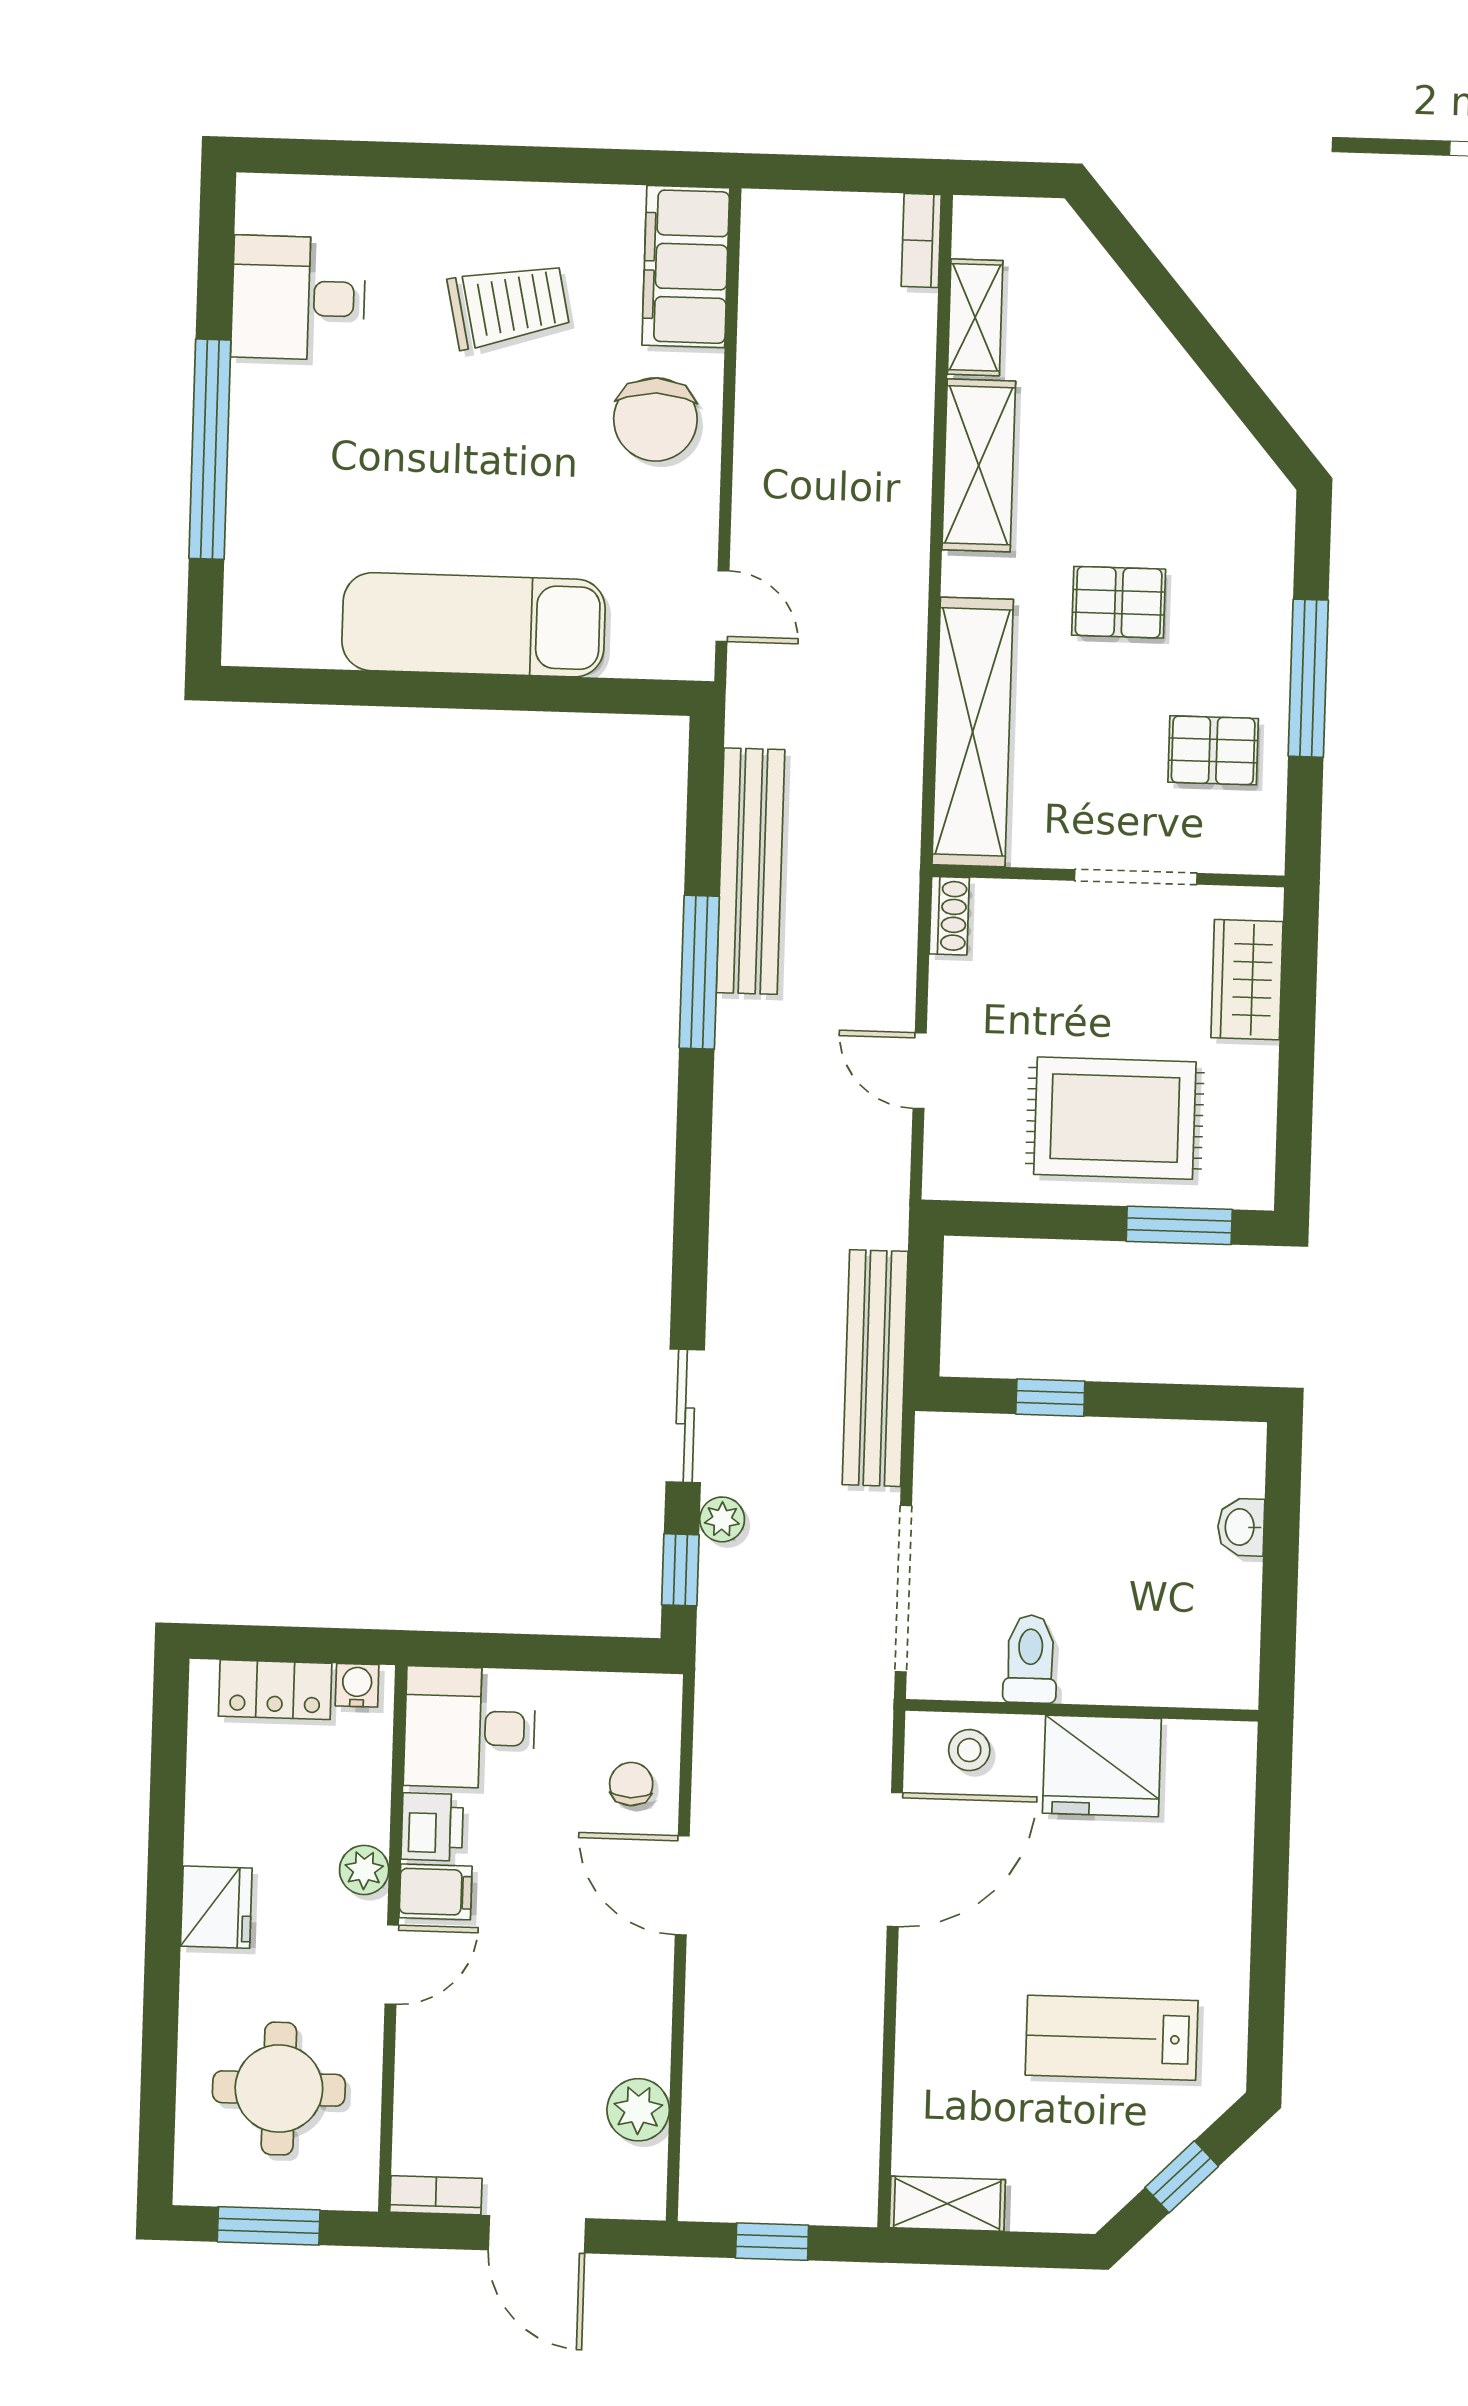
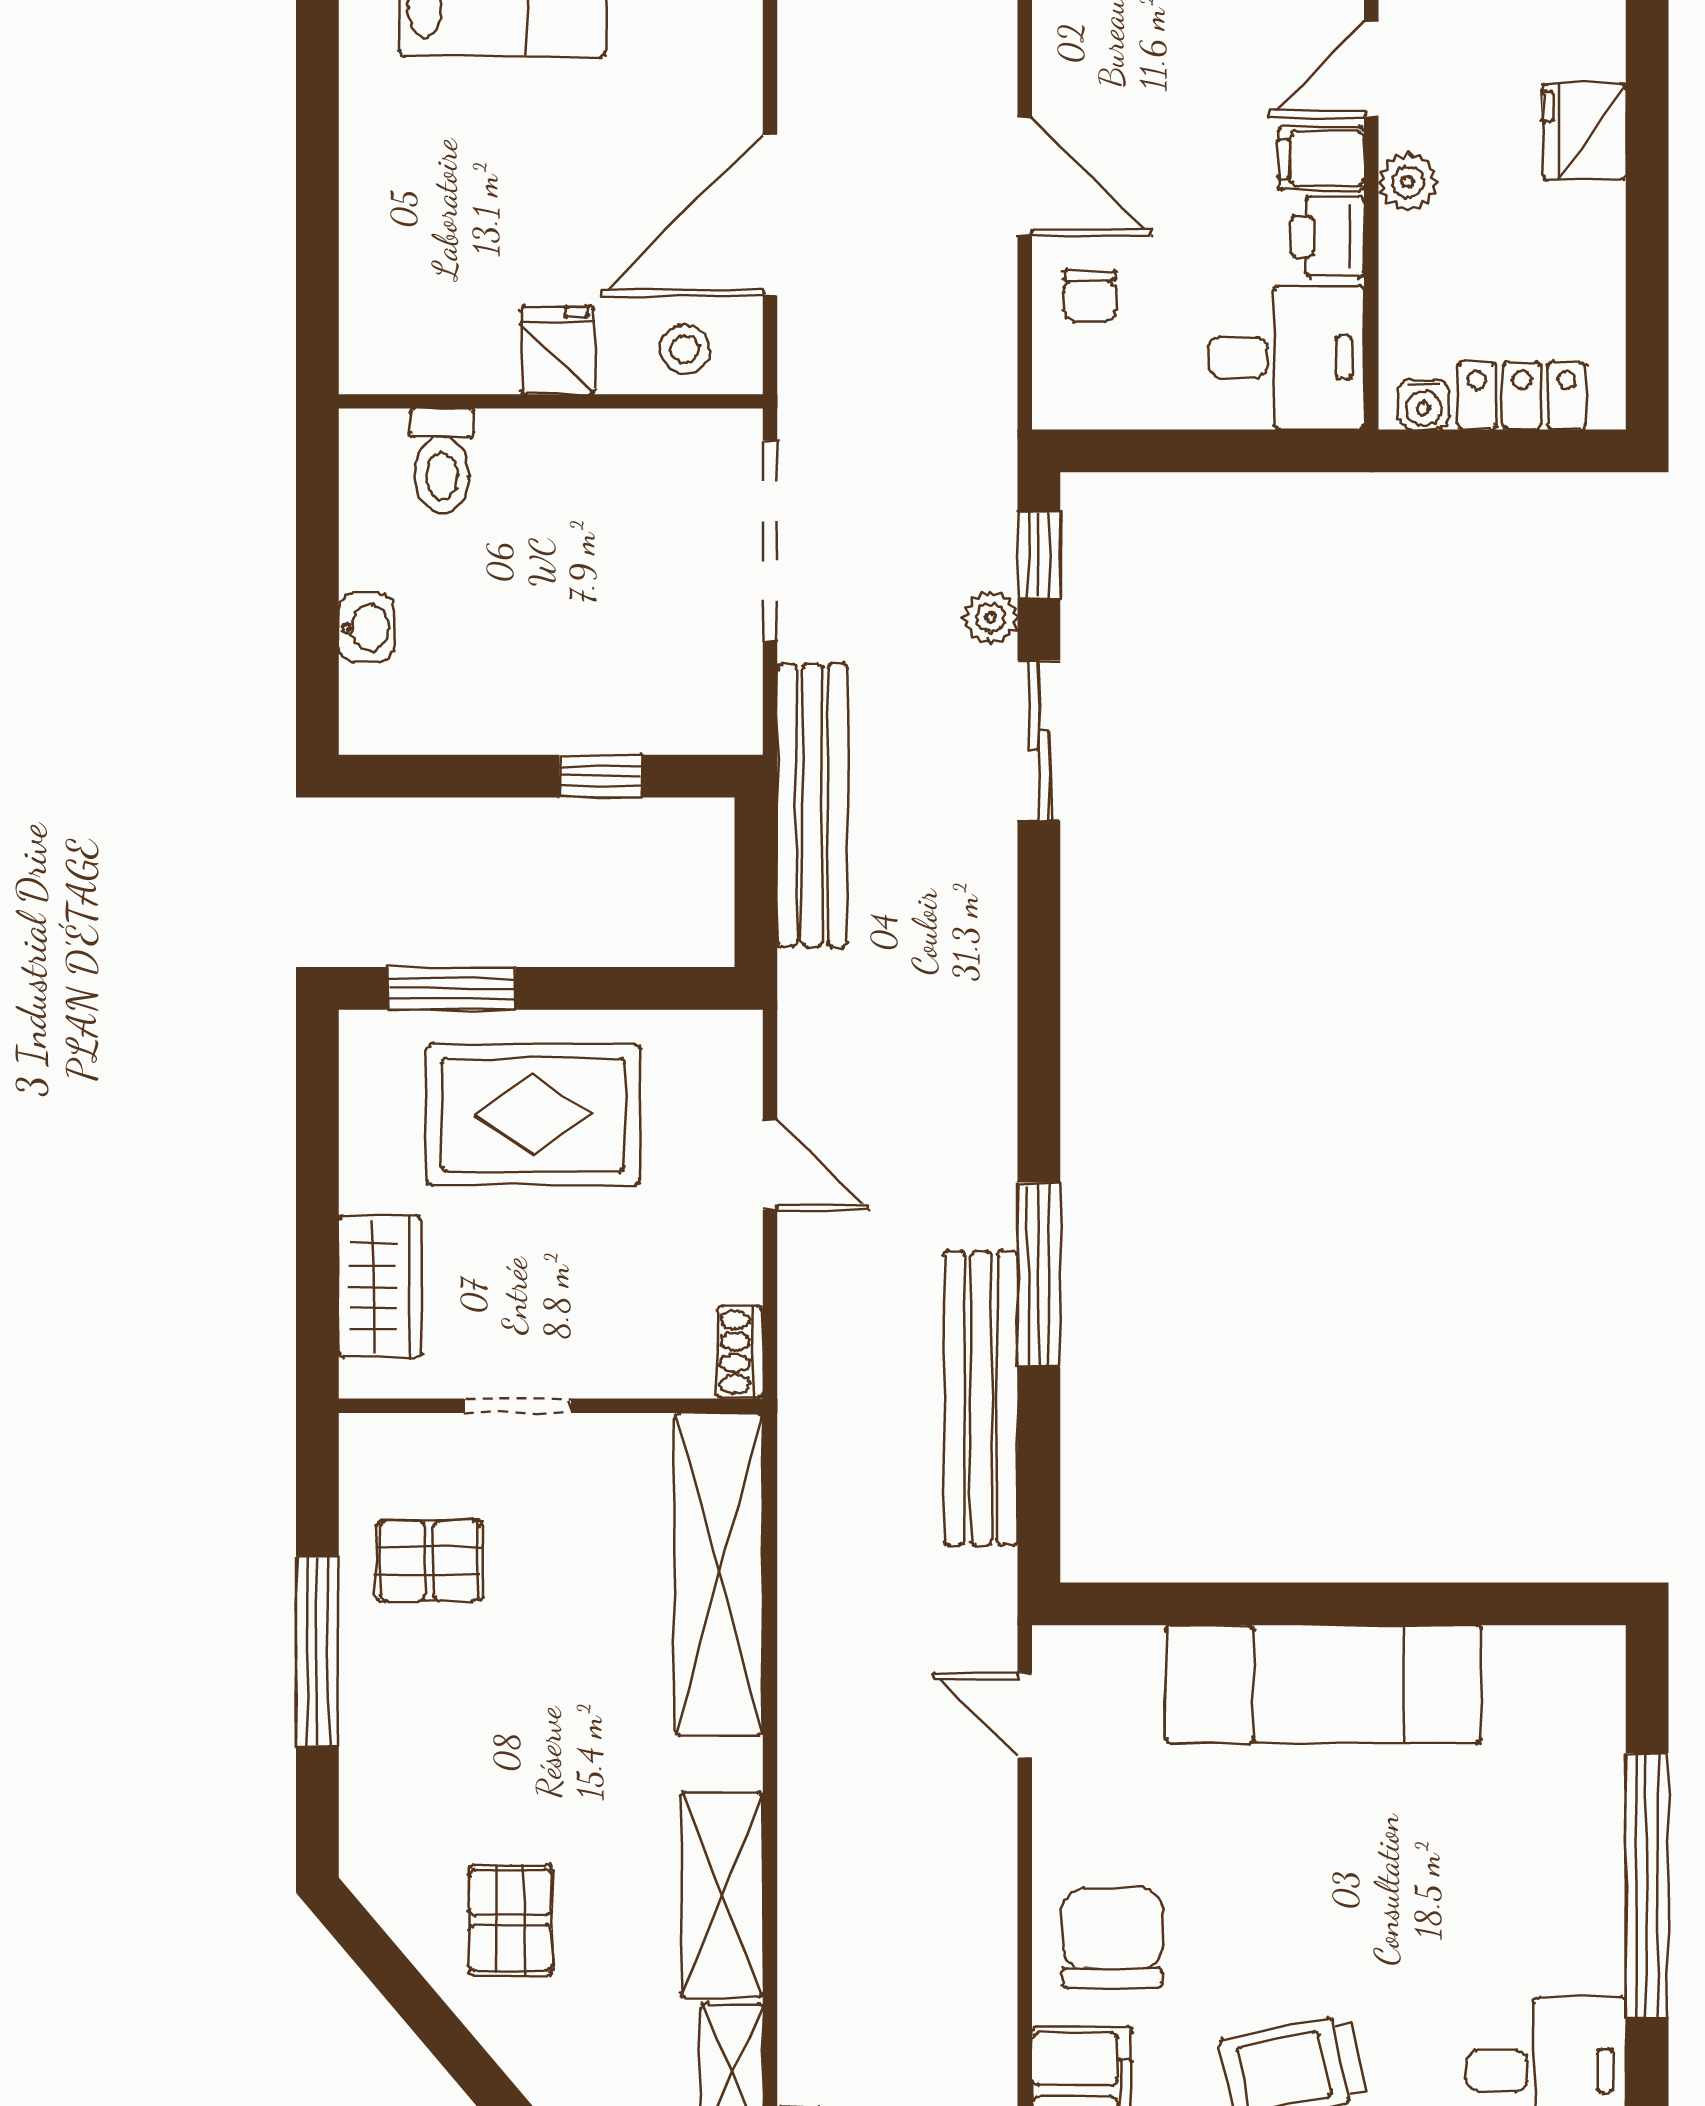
pallet: (1119, 602) -> (510, 1920), moved, turned 90
doorway: (1136, 877) -> (517, 1406), width x0.73
toilet: (1030, 1659) -> (442, 461), moved
fridge: (1102, 1766) -> (557, 350), width x0.53, depth x0.75

